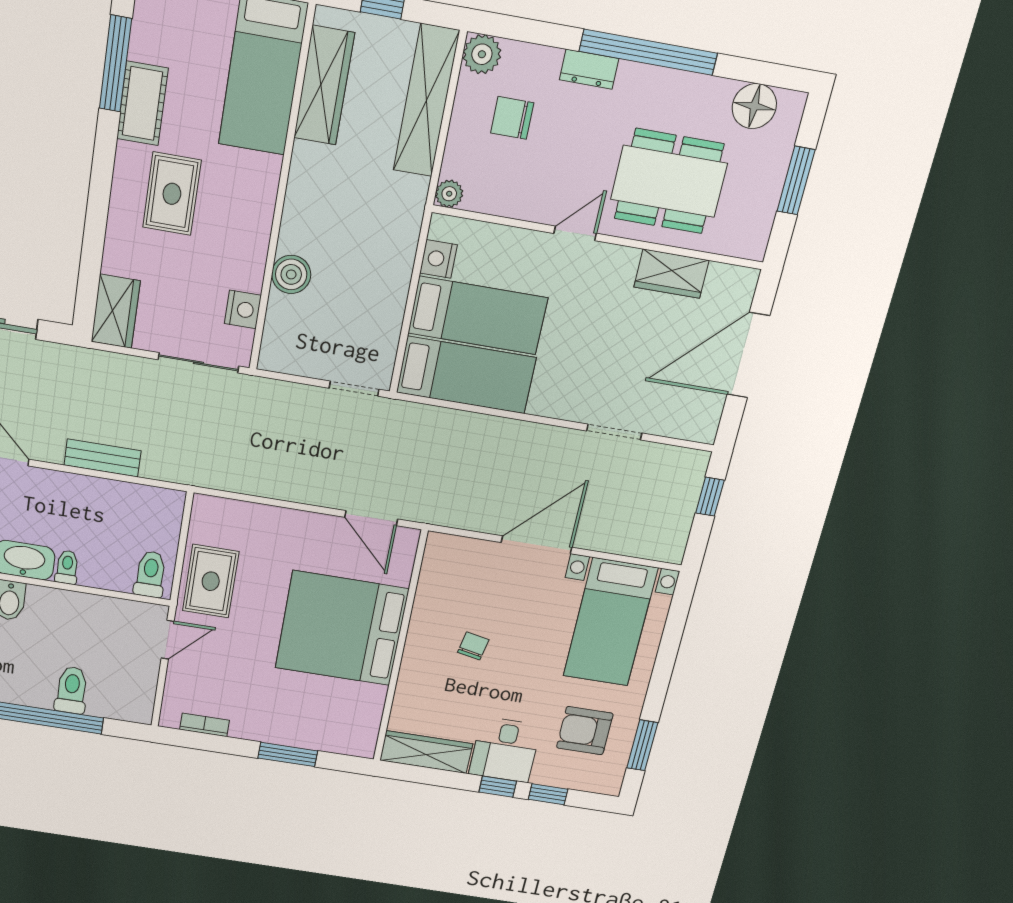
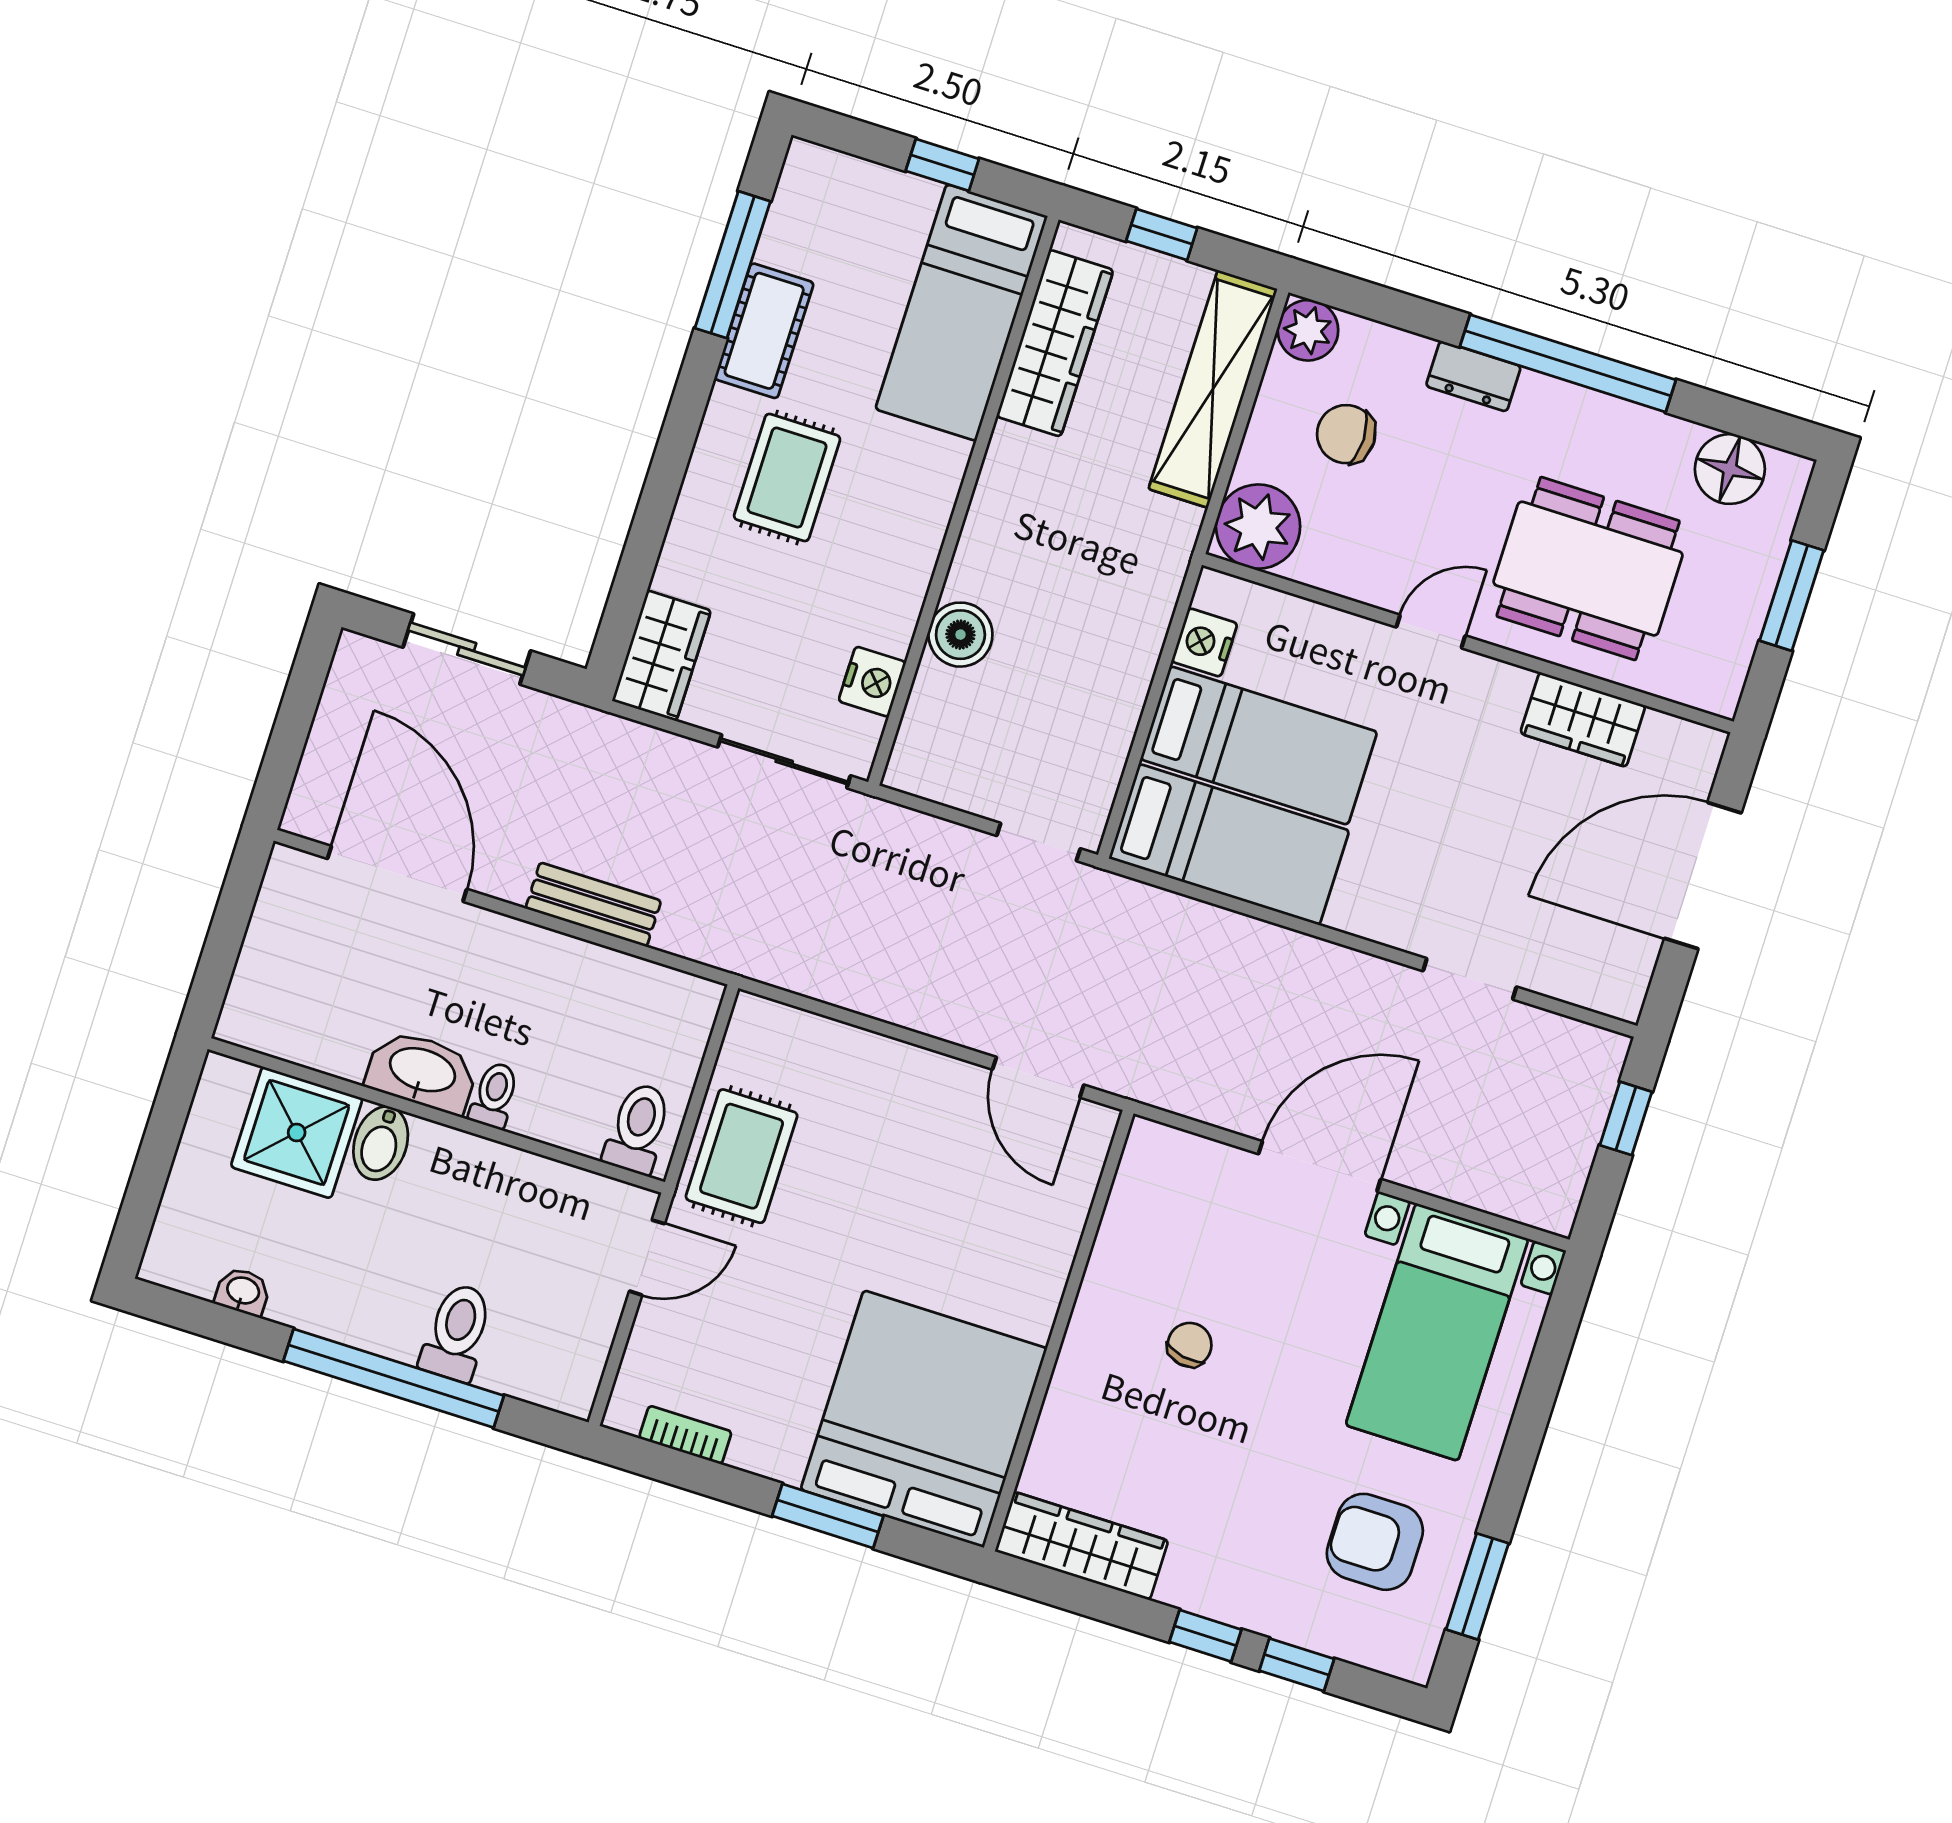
plant: (449, 194) -> (1258, 527), width x1.87, depth x1.87
bed: (342, 628) -> (924, 1419), moved, turned 90
desk: (505, 750) -> (1226, 1561), removed

